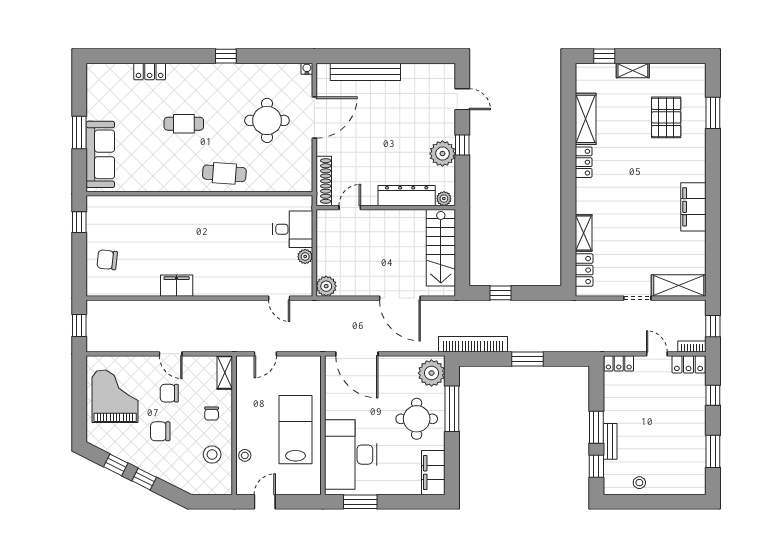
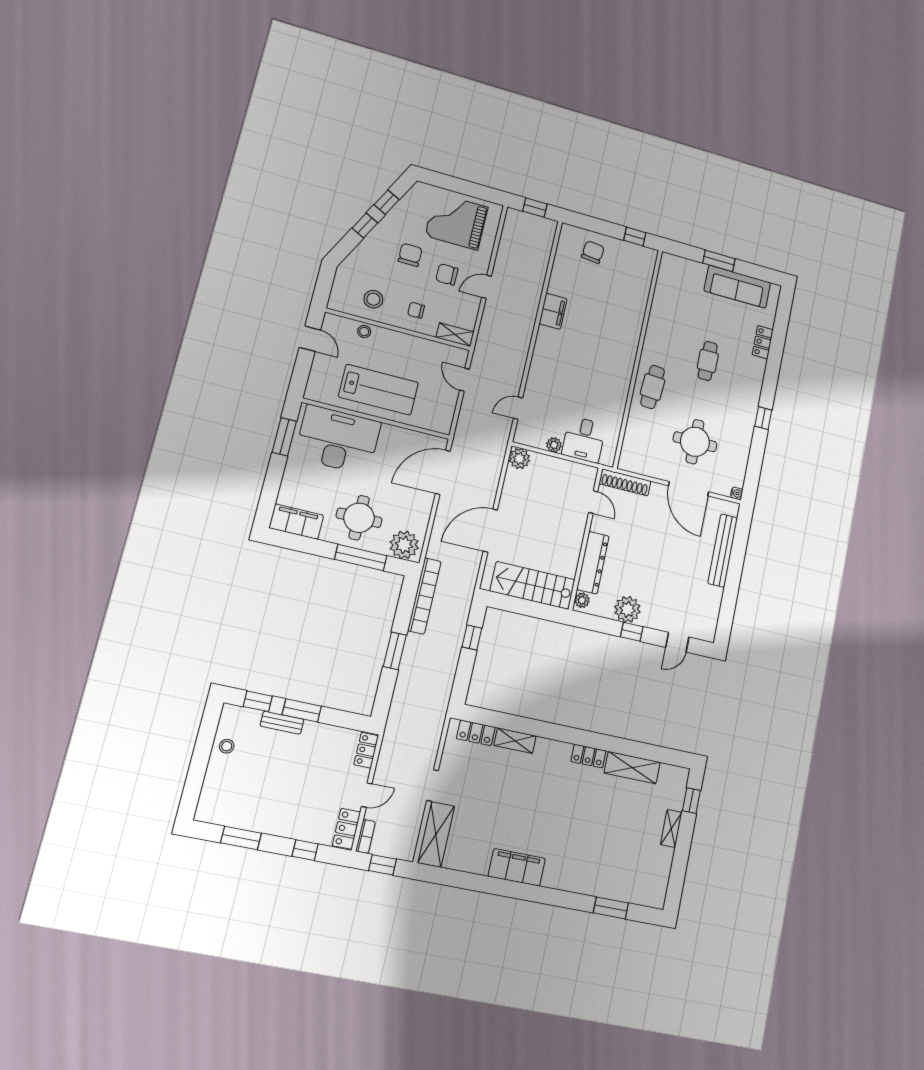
pallet: (666, 117) -> (616, 855), removed
sofa: (100, 154) -> (737, 287), moved
chair: (169, 393) -> (447, 274), turned -90
grand piano: (115, 396) -> (456, 221), turned 180

